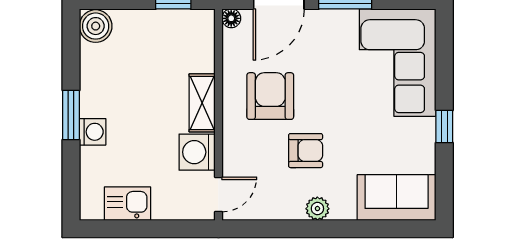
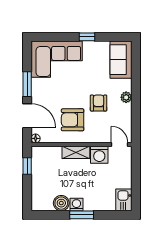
boiler: (96, 26) -> (61, 203), moved
washing machine: (93, 132) -> (76, 205), moved
kitchen sink: (127, 204) -> (124, 200), moved

